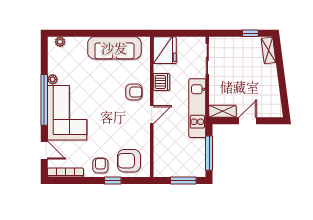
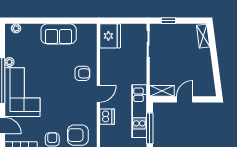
window: (250, 33) -> (168, 21), moved
sofa: (114, 48) -> (59, 34), width x0.73
dishwasher: (161, 82) -> (107, 117), moved
kitchen unit: (197, 108) -> (139, 111), moved

